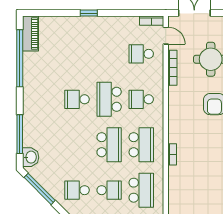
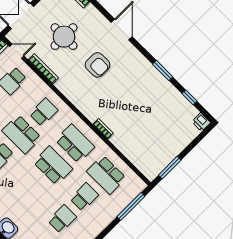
school desk: (141, 99) -> (44, 112), turned 180
school desk: (77, 190) -> (62, 219), turned 180
school desk: (141, 190) -> (106, 175), turned 180

